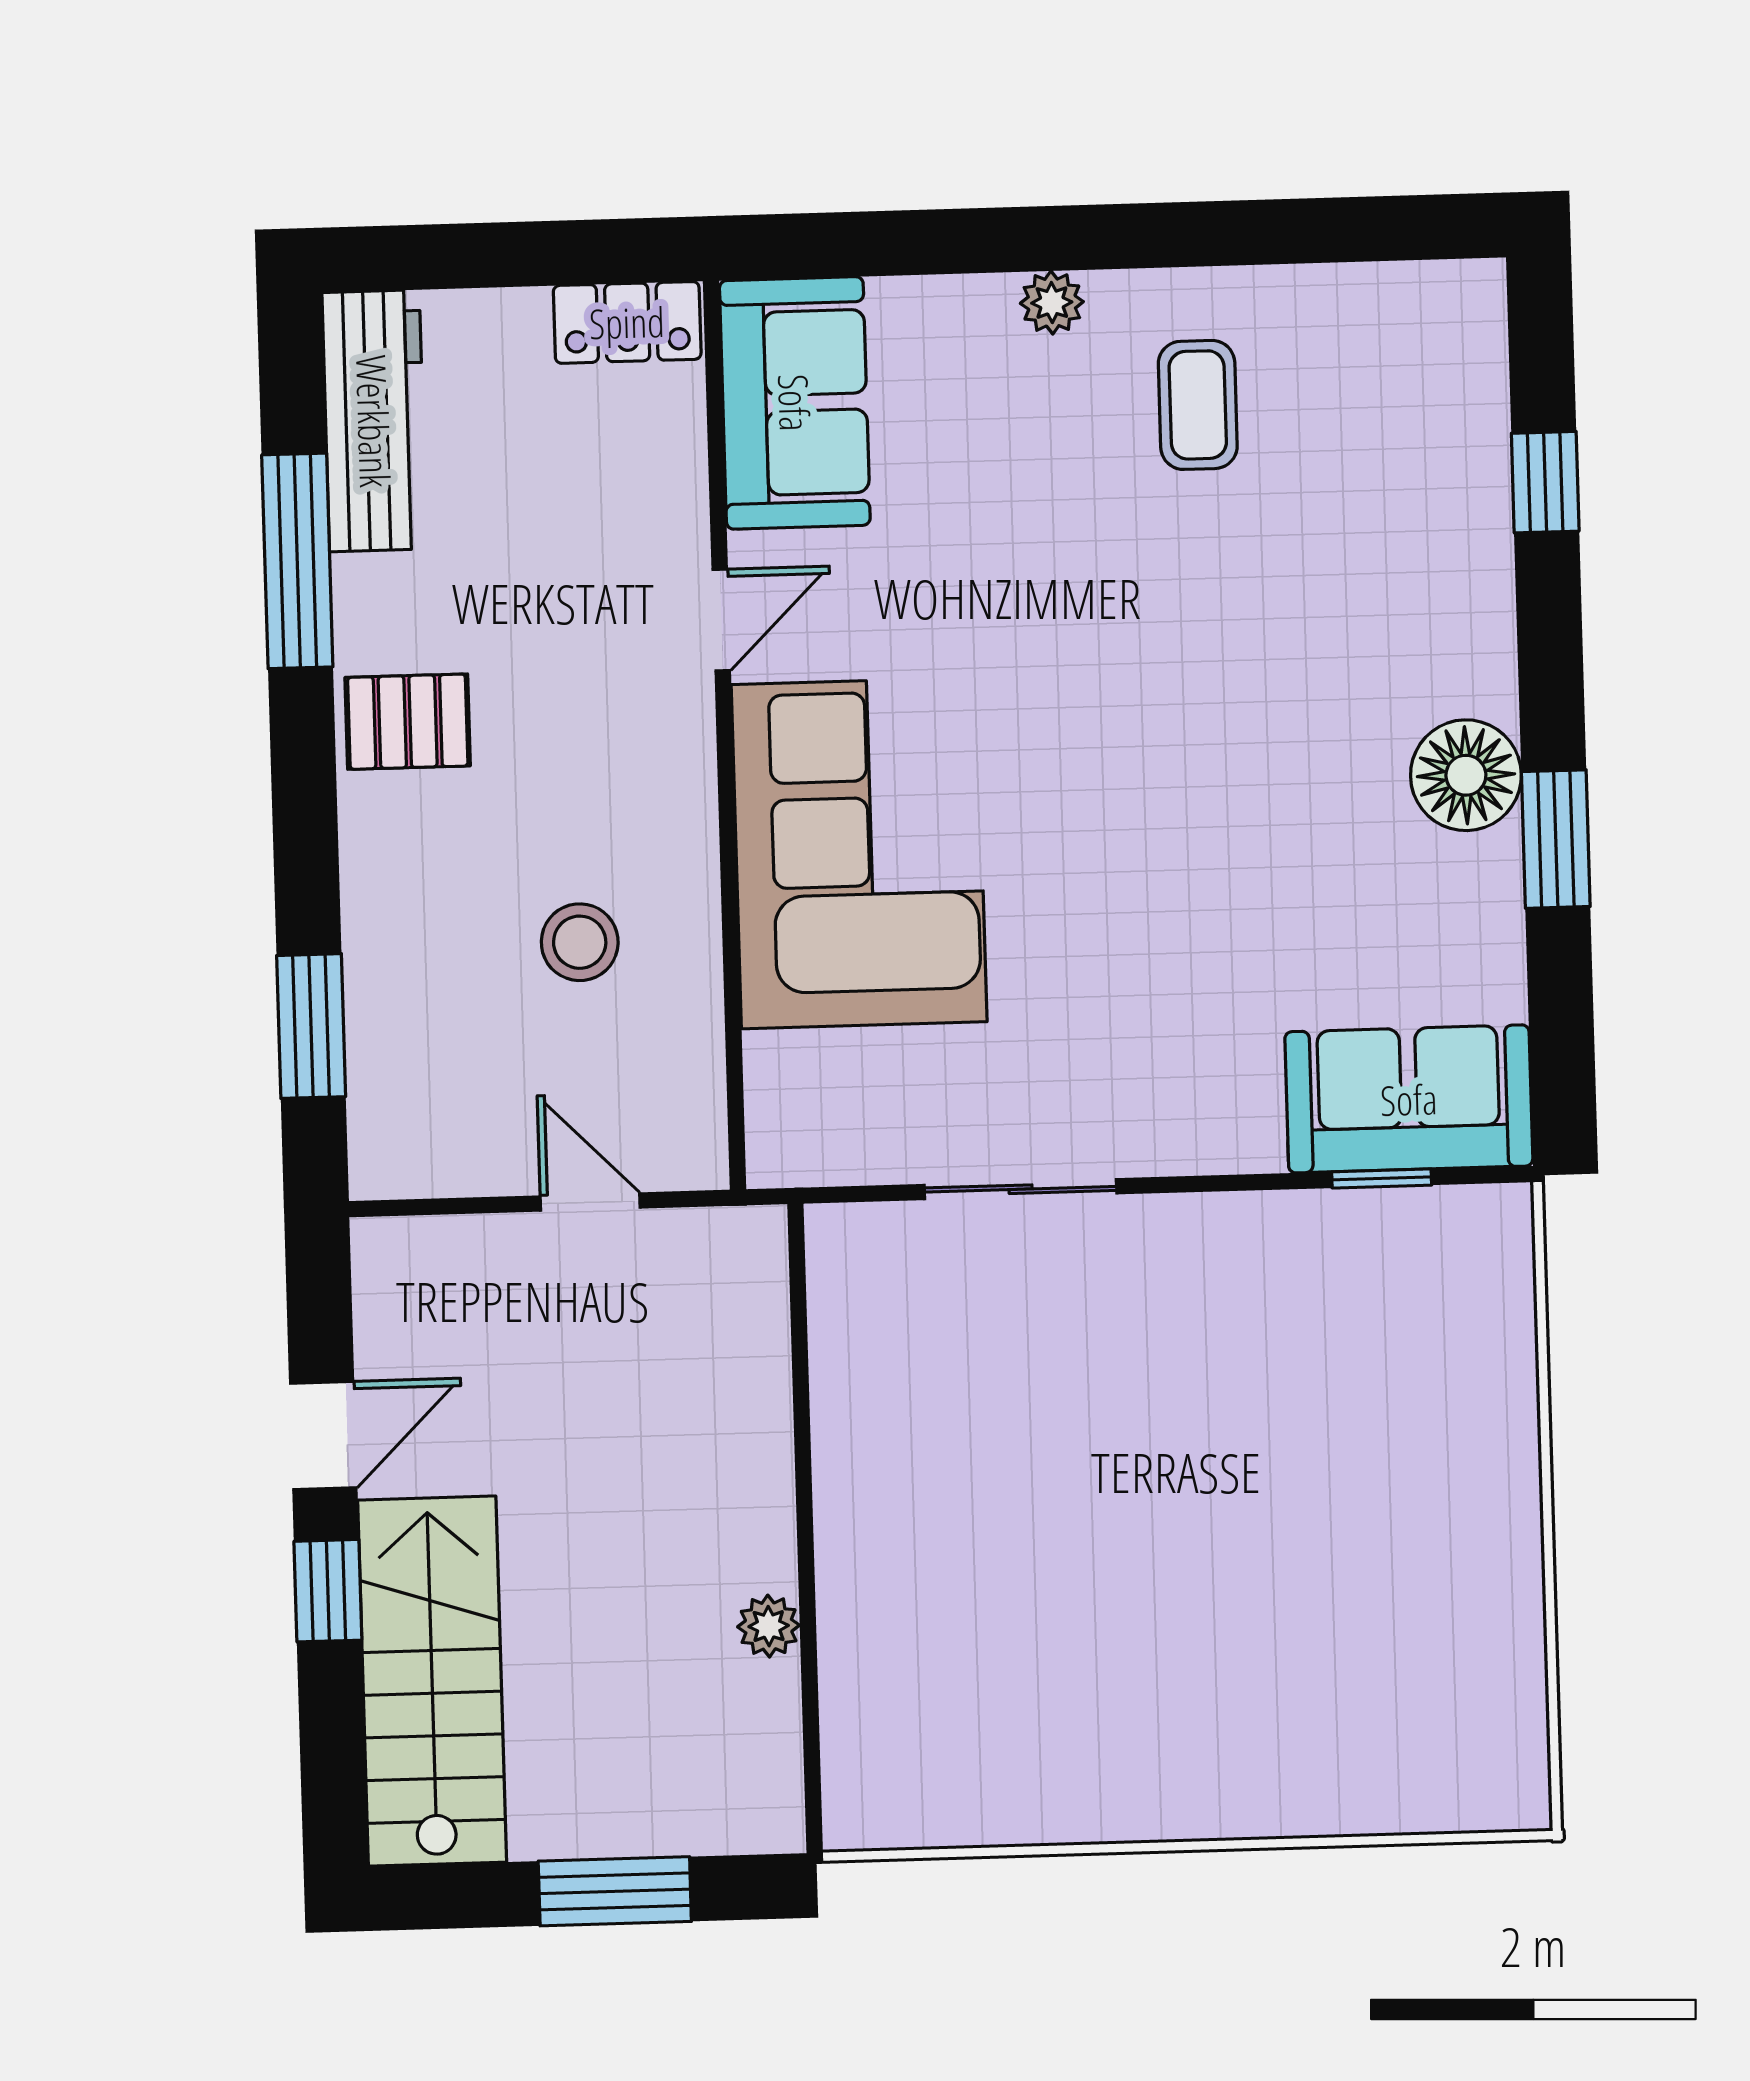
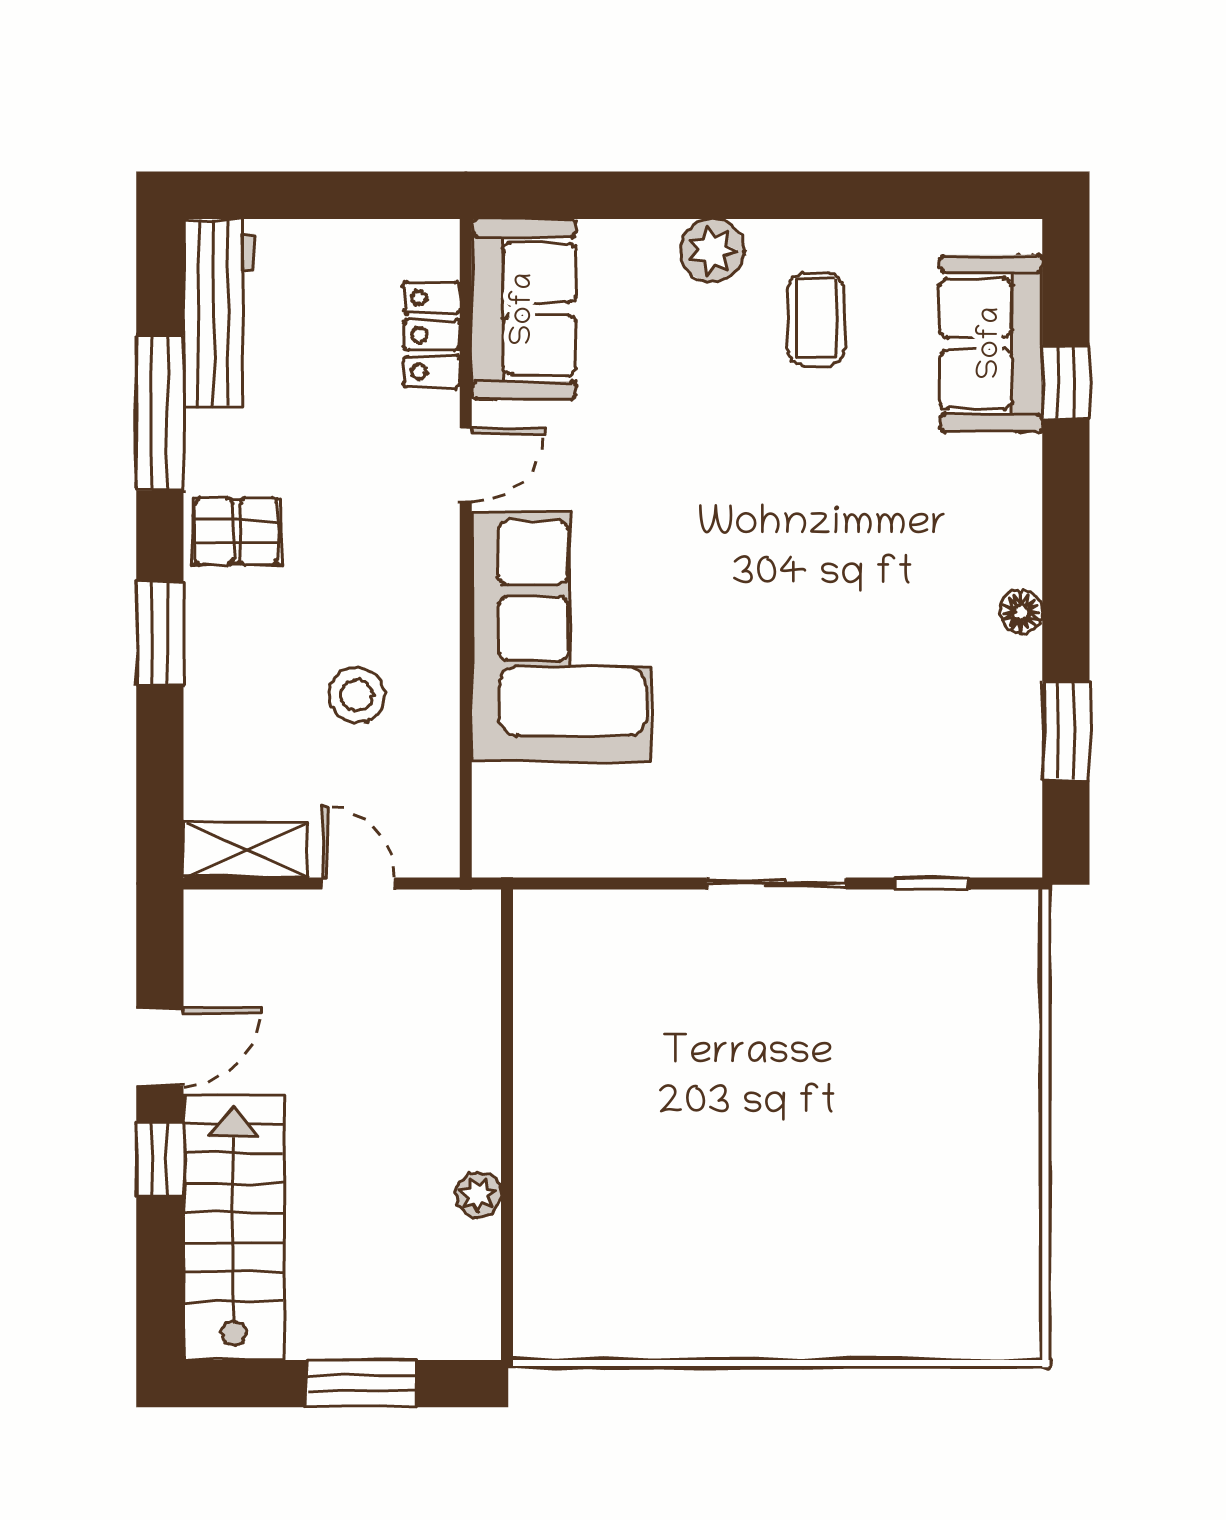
plant: (1052, 303) -> (712, 250), width x1.38, depth x1.38
locker: (627, 322) -> (432, 335), moved, turned 90
floor lamp: (1466, 775) -> (1021, 612), width x0.53, depth x0.53
window: (1556, 839) -> (1066, 731), moved
window: (311, 1026) -> (160, 634), moved
sofa: (1409, 1099) -> (991, 343), moved, turned -90
shelving: (433, 1160) -> (246, 850), added
sliding door: (1021, 1189) -> (776, 884), moved

